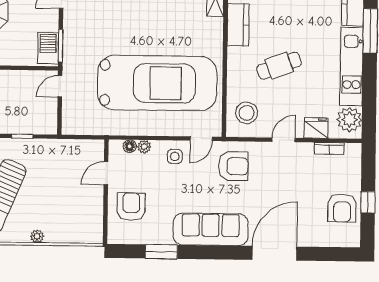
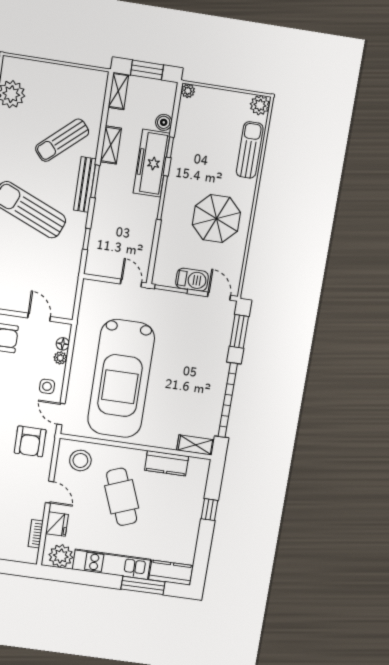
barbecue: (48, 48) -> (192, 280), moved
cafe table: (279, 66) -> (122, 497), width x1.37, depth x1.35

